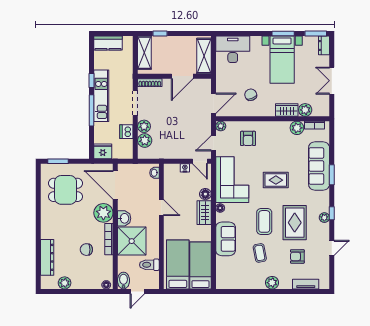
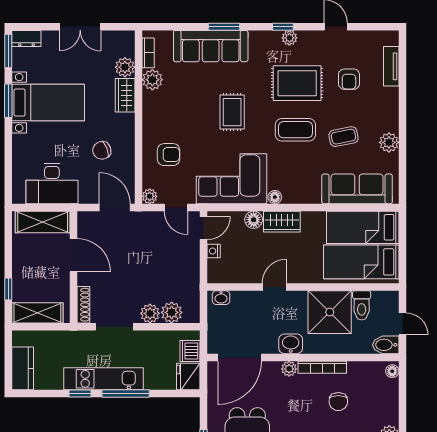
desk: (233, 49) -> (52, 183), moved, turned -90
dishwasher: (126, 132) -> (190, 351), moved, turned 90
plant: (103, 213) -> (289, 369), width x0.53, depth x0.53
sofa: (226, 239) -> (357, 189), moved, width x1.36
shower: (132, 241) -> (330, 312), moved
plant: (272, 283) -> (389, 142), moved

